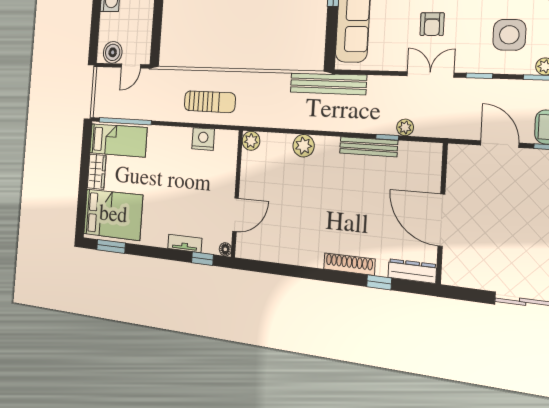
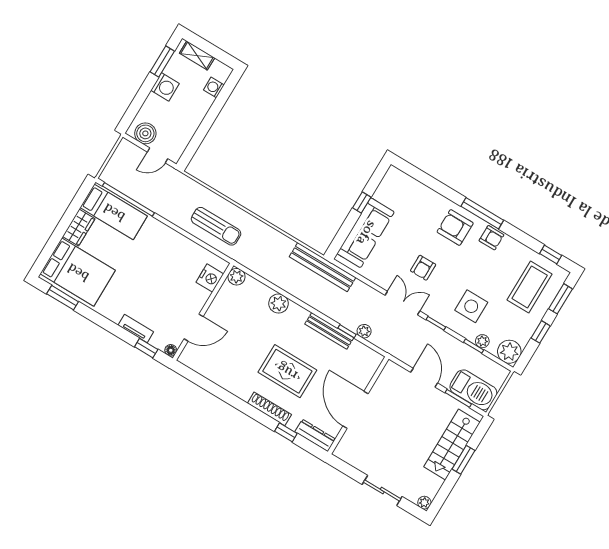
nightstand: (203, 139) -> (210, 278), moved, turned 90
rug: (347, 213) -> (287, 371), added

